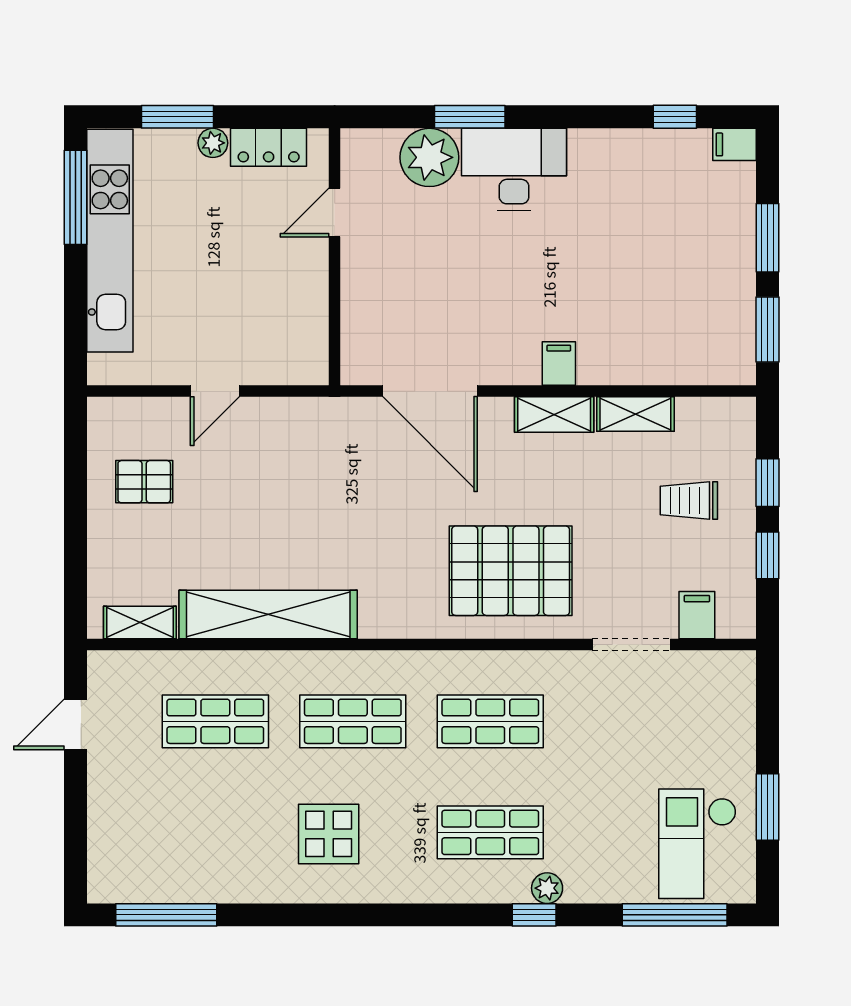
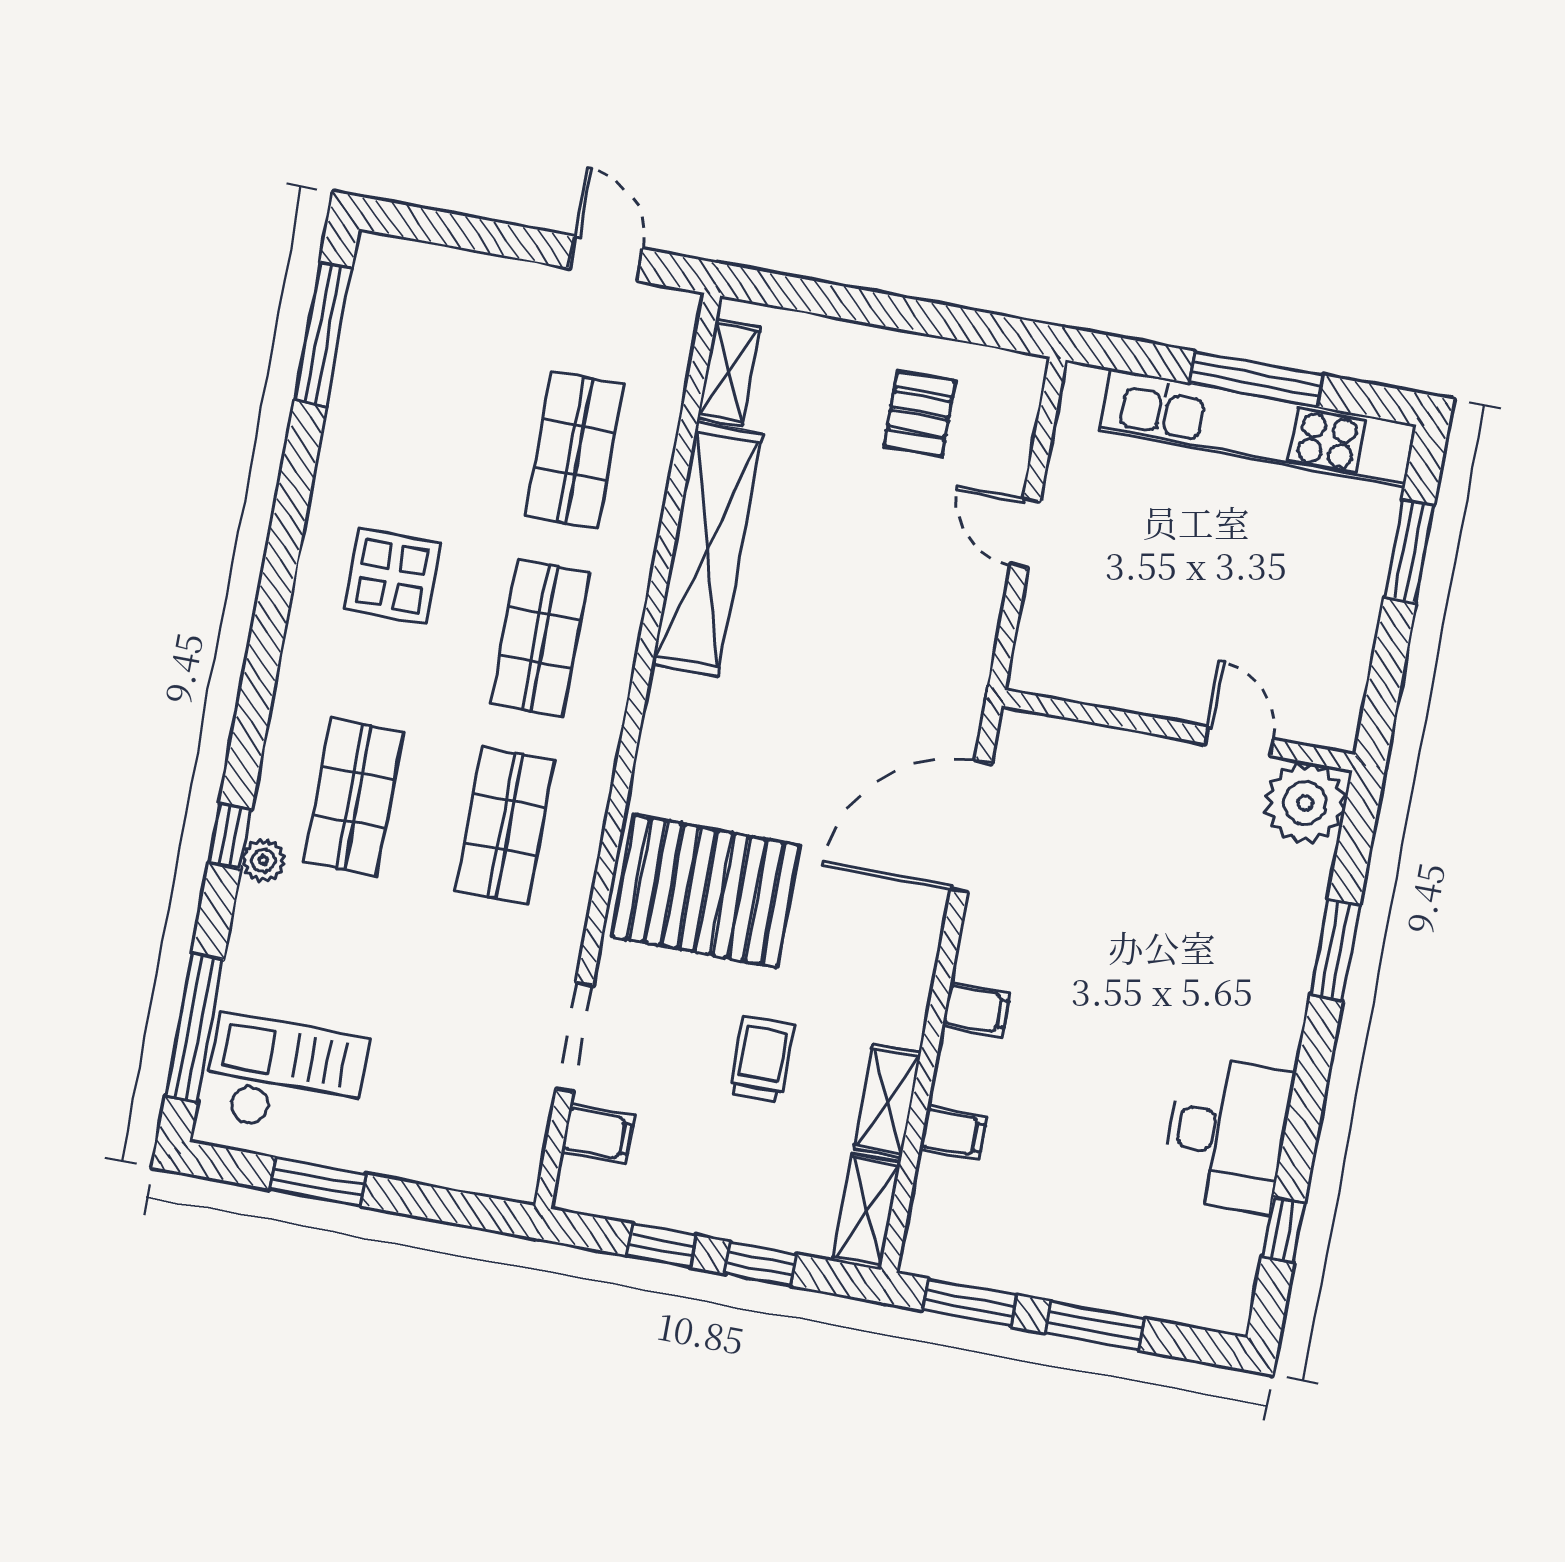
plant: (213, 143) -> (1364, 593), removed
filing cabinet: (735, 144) -> (953, 1133), moved, turned 90
locker: (269, 147) -> (1344, 668), removed
plant: (429, 157) -> (1305, 803), moved
desk: (514, 169) -> (1227, 1134), moved
window: (75, 197) -> (1256, 379), moved
shelving: (554, 415) -> (867, 1212), moved
trolley: (689, 501) -> (762, 1059), moved
pallet: (511, 571) -> (706, 891), turned 90

